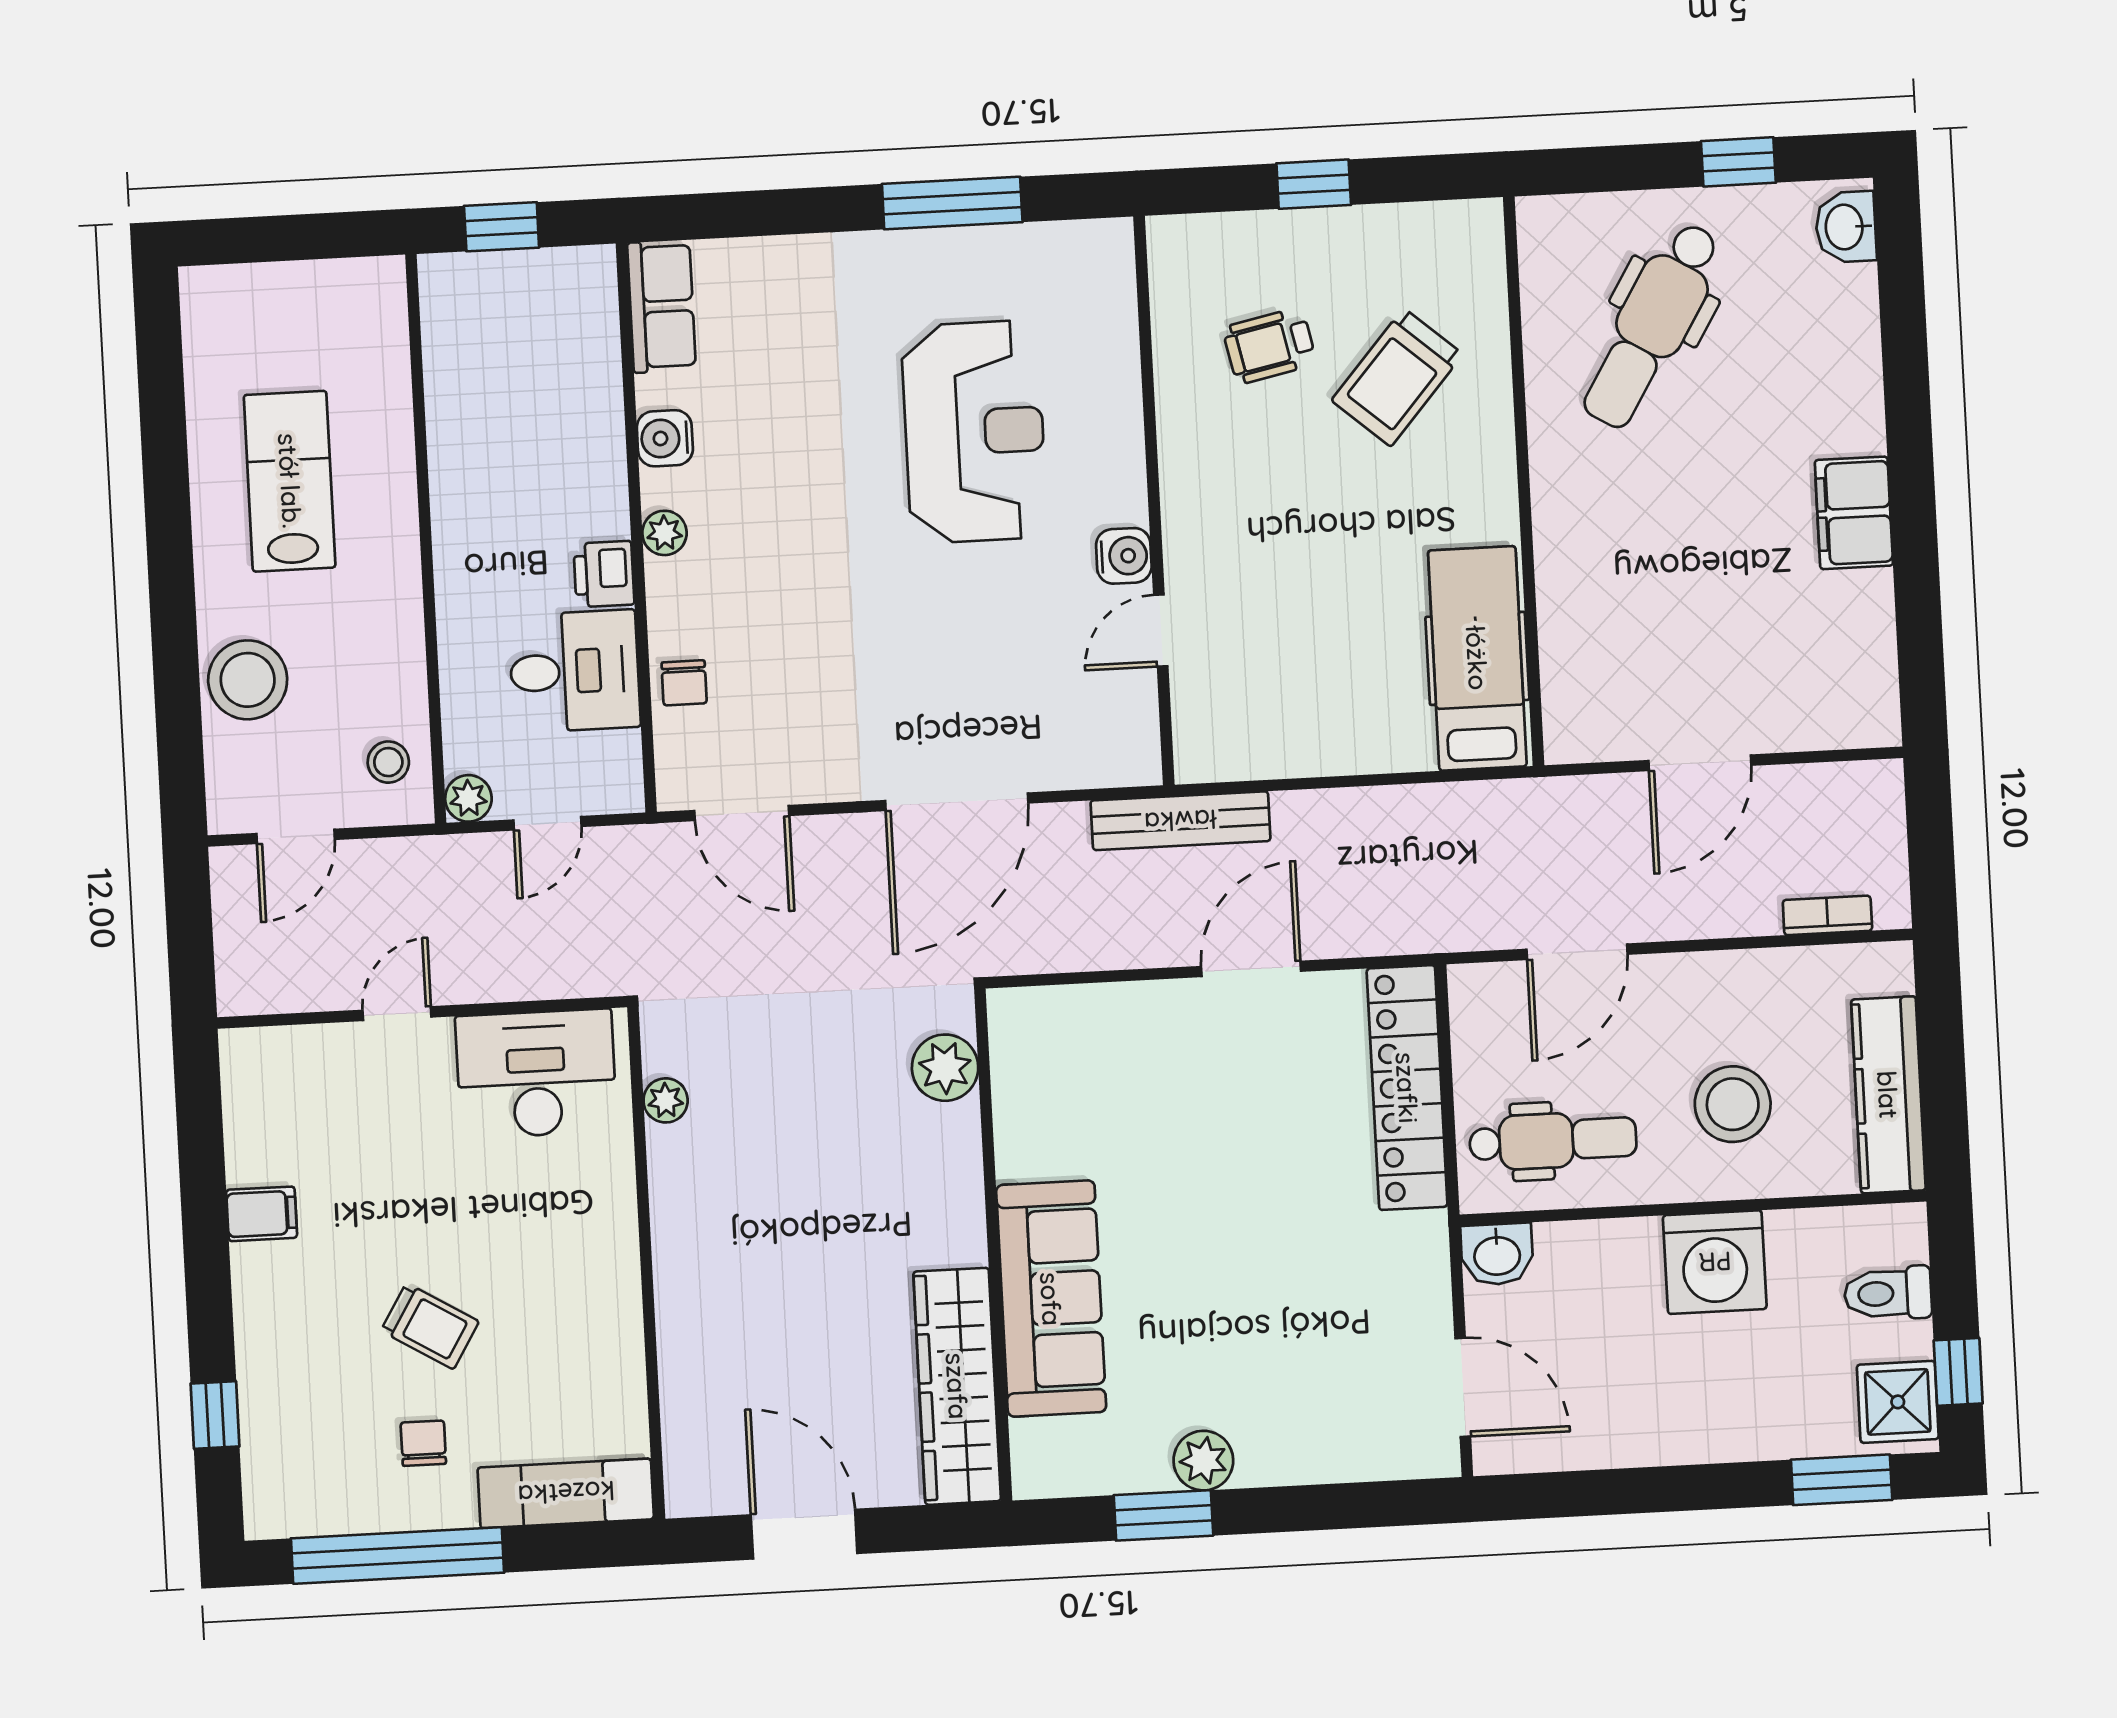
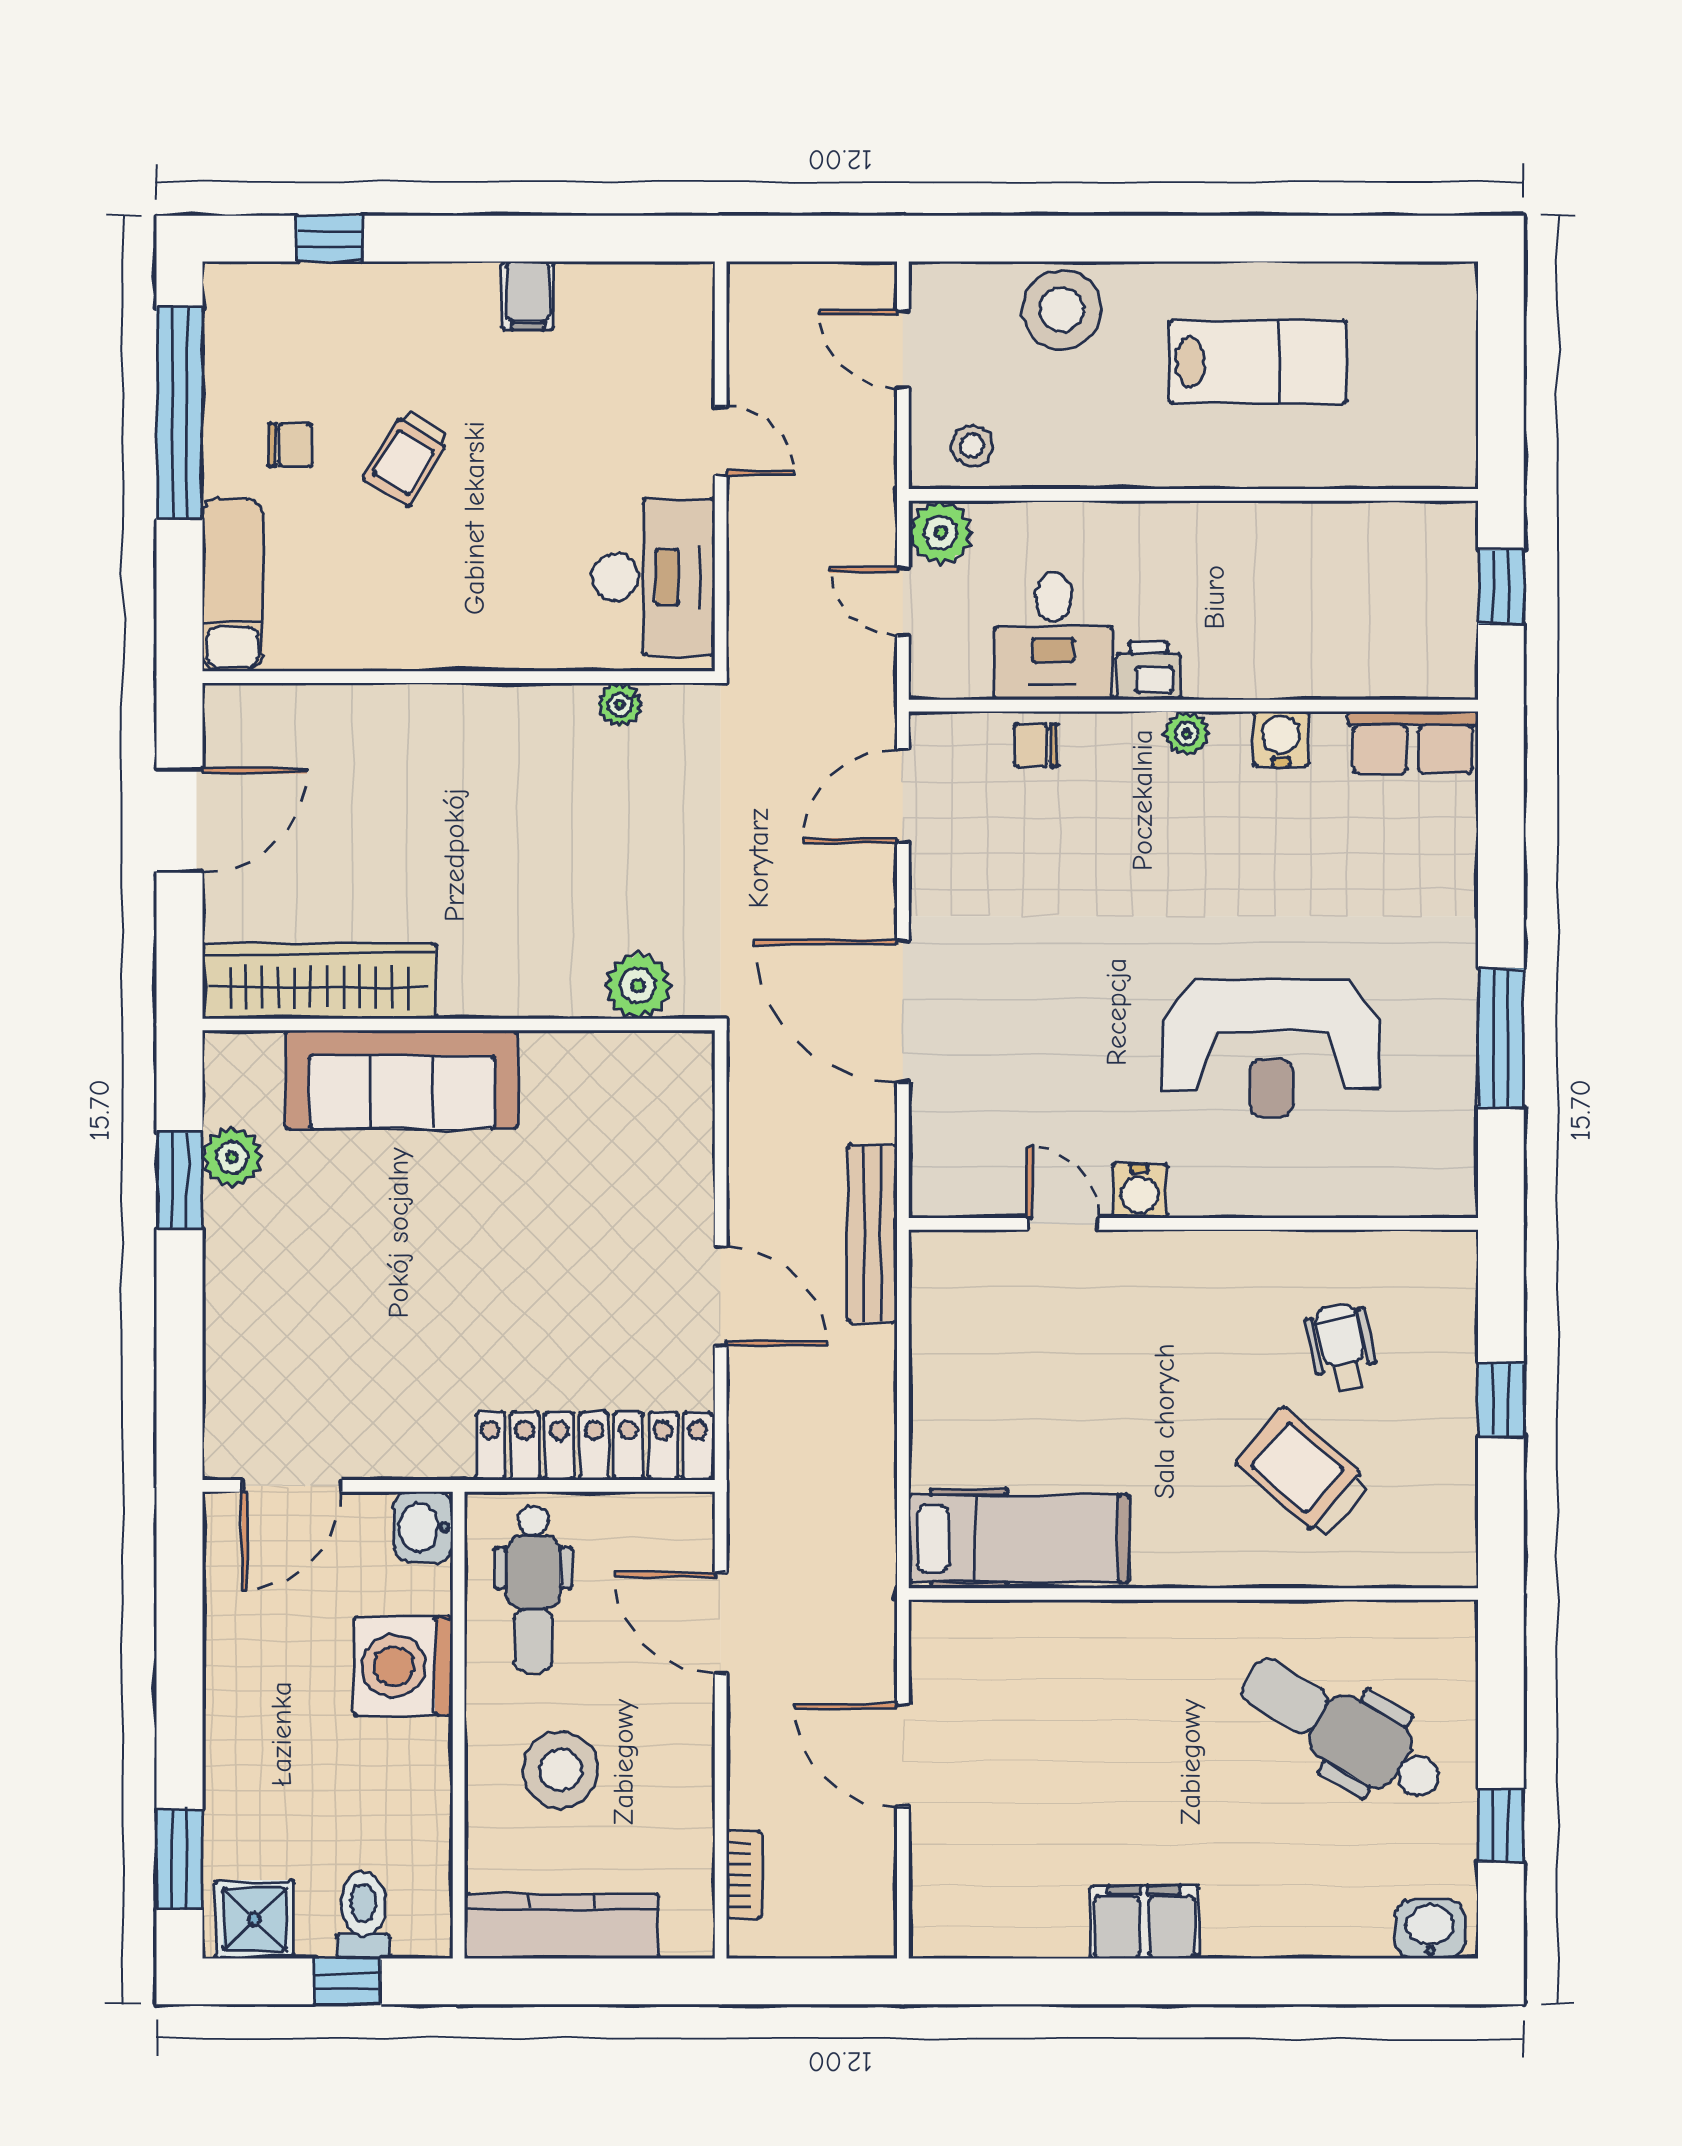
plant: (468, 798) -> (940, 532), width x1.38, depth x1.38
washing machine: (1715, 1262) -> (403, 1666), moved
window: (1958, 1372) -> (347, 1981), moved
plant: (1203, 1461) -> (232, 1157), moved

